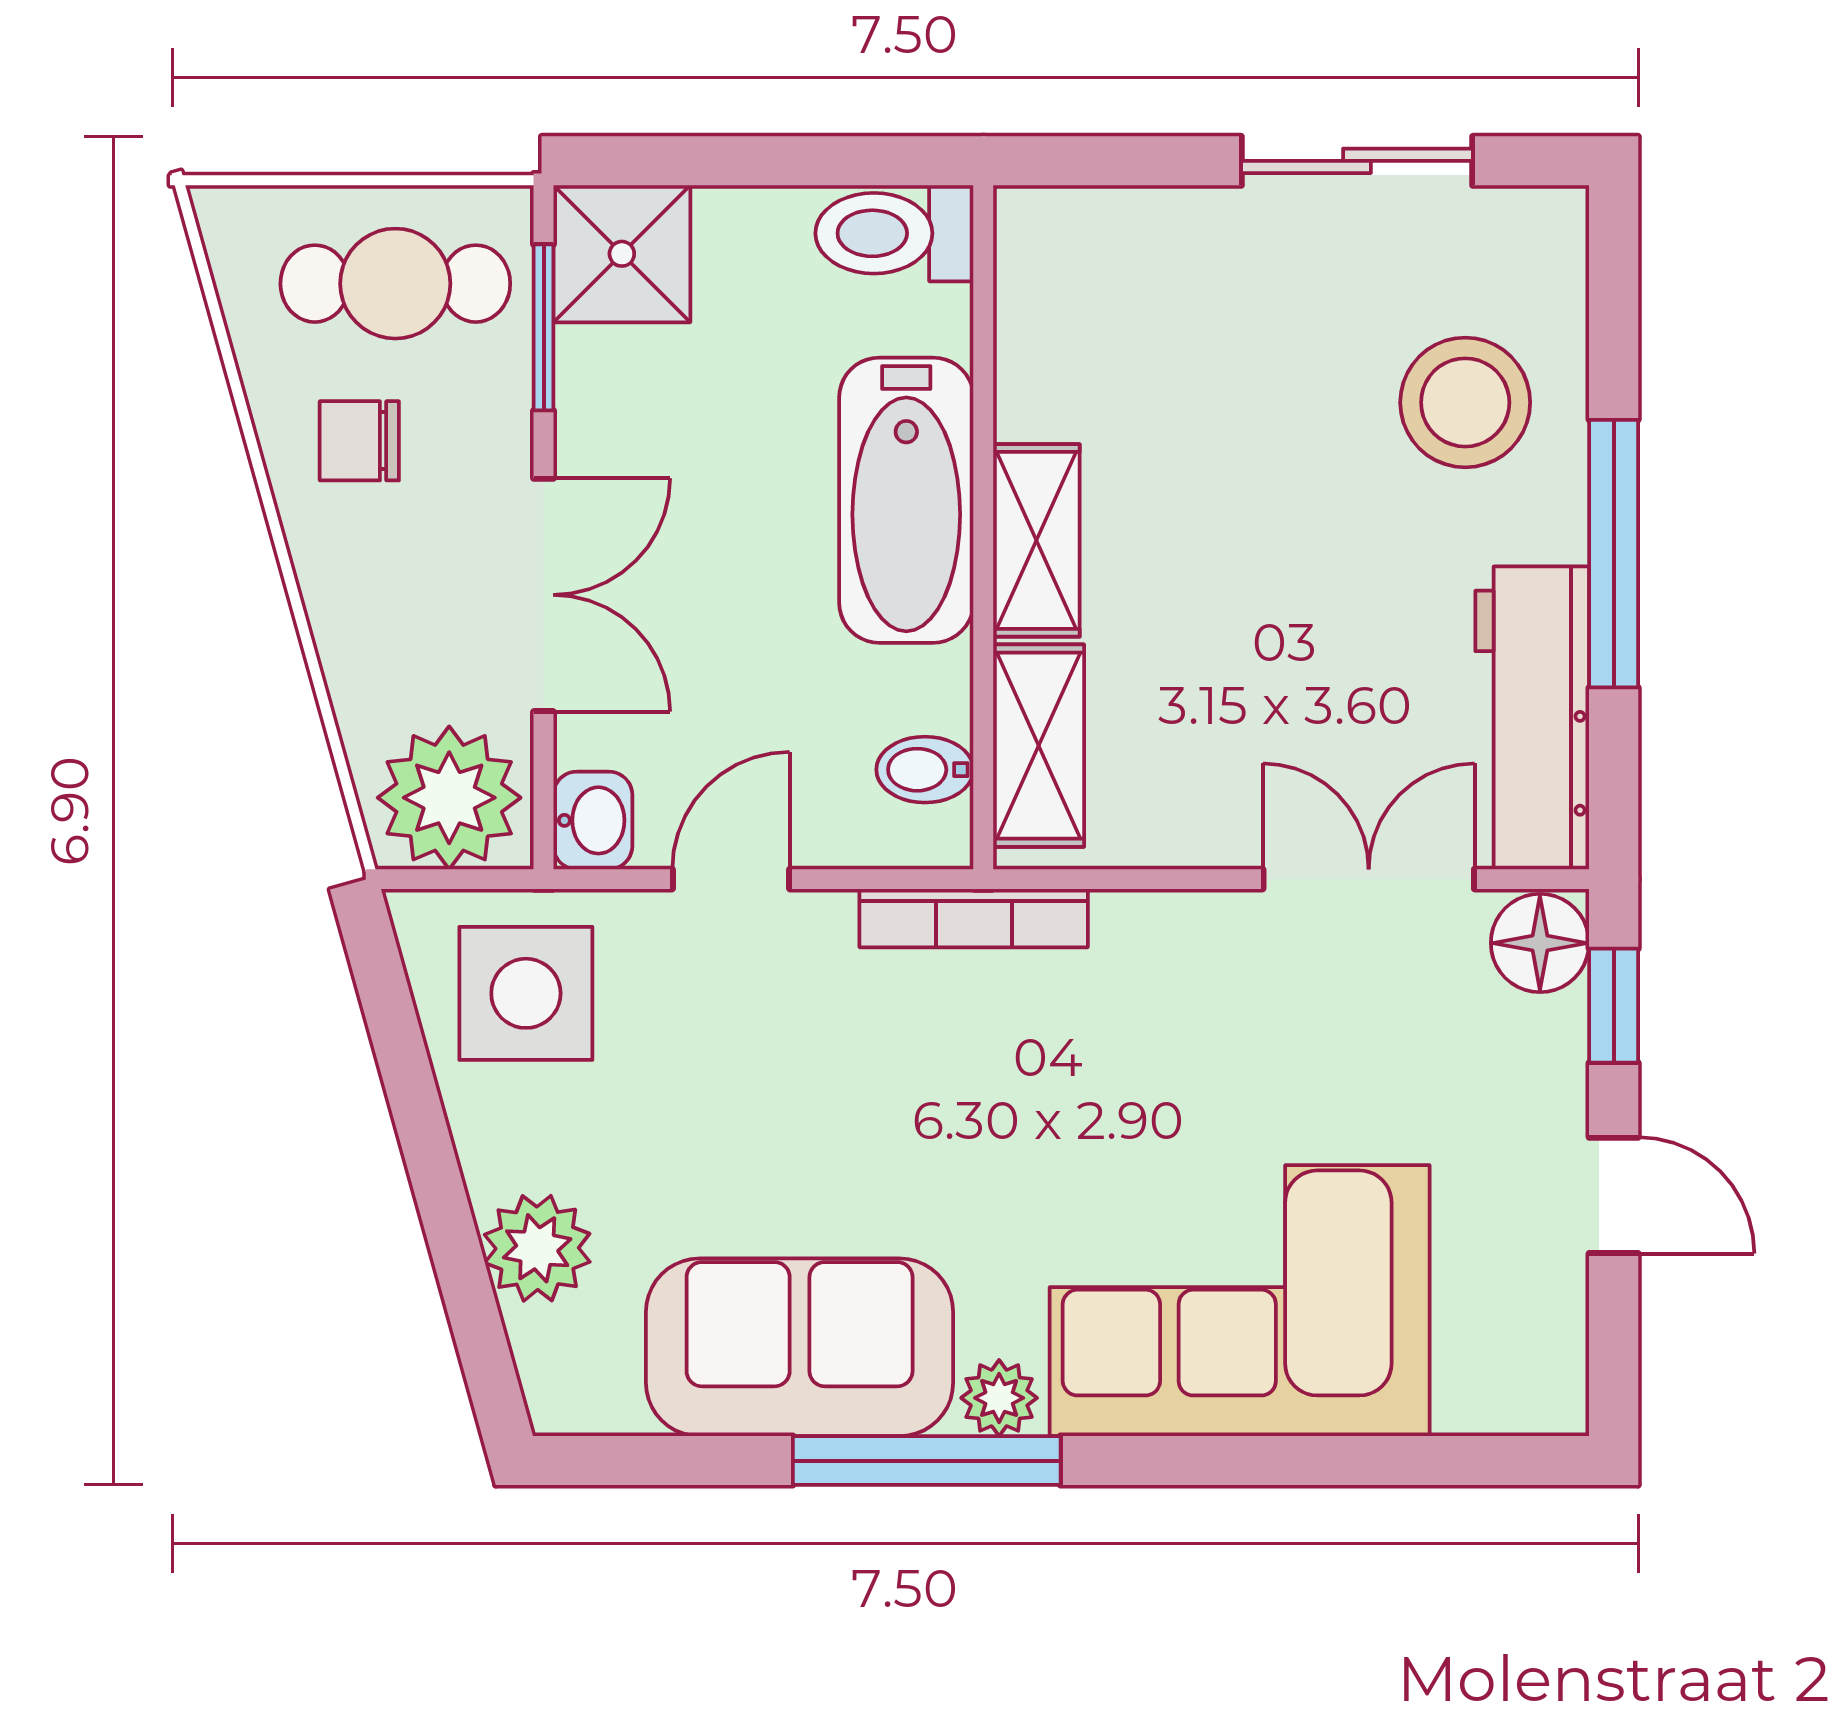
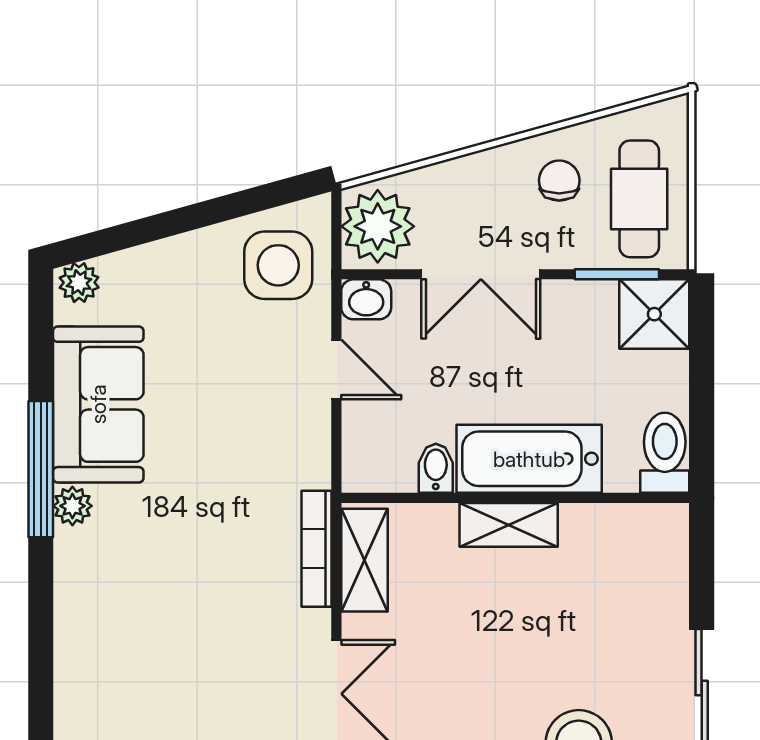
shelving: (1039, 746) -> (364, 560), moved, turned 90
bidet: (925, 770) -> (436, 468), moved
bookcase: (974, 918) -> (317, 549), moved
plant: (537, 1248) -> (79, 283), moved, width x0.73, depth x0.73
corner sofa: (1240, 1301) -> (122, 628), removed

